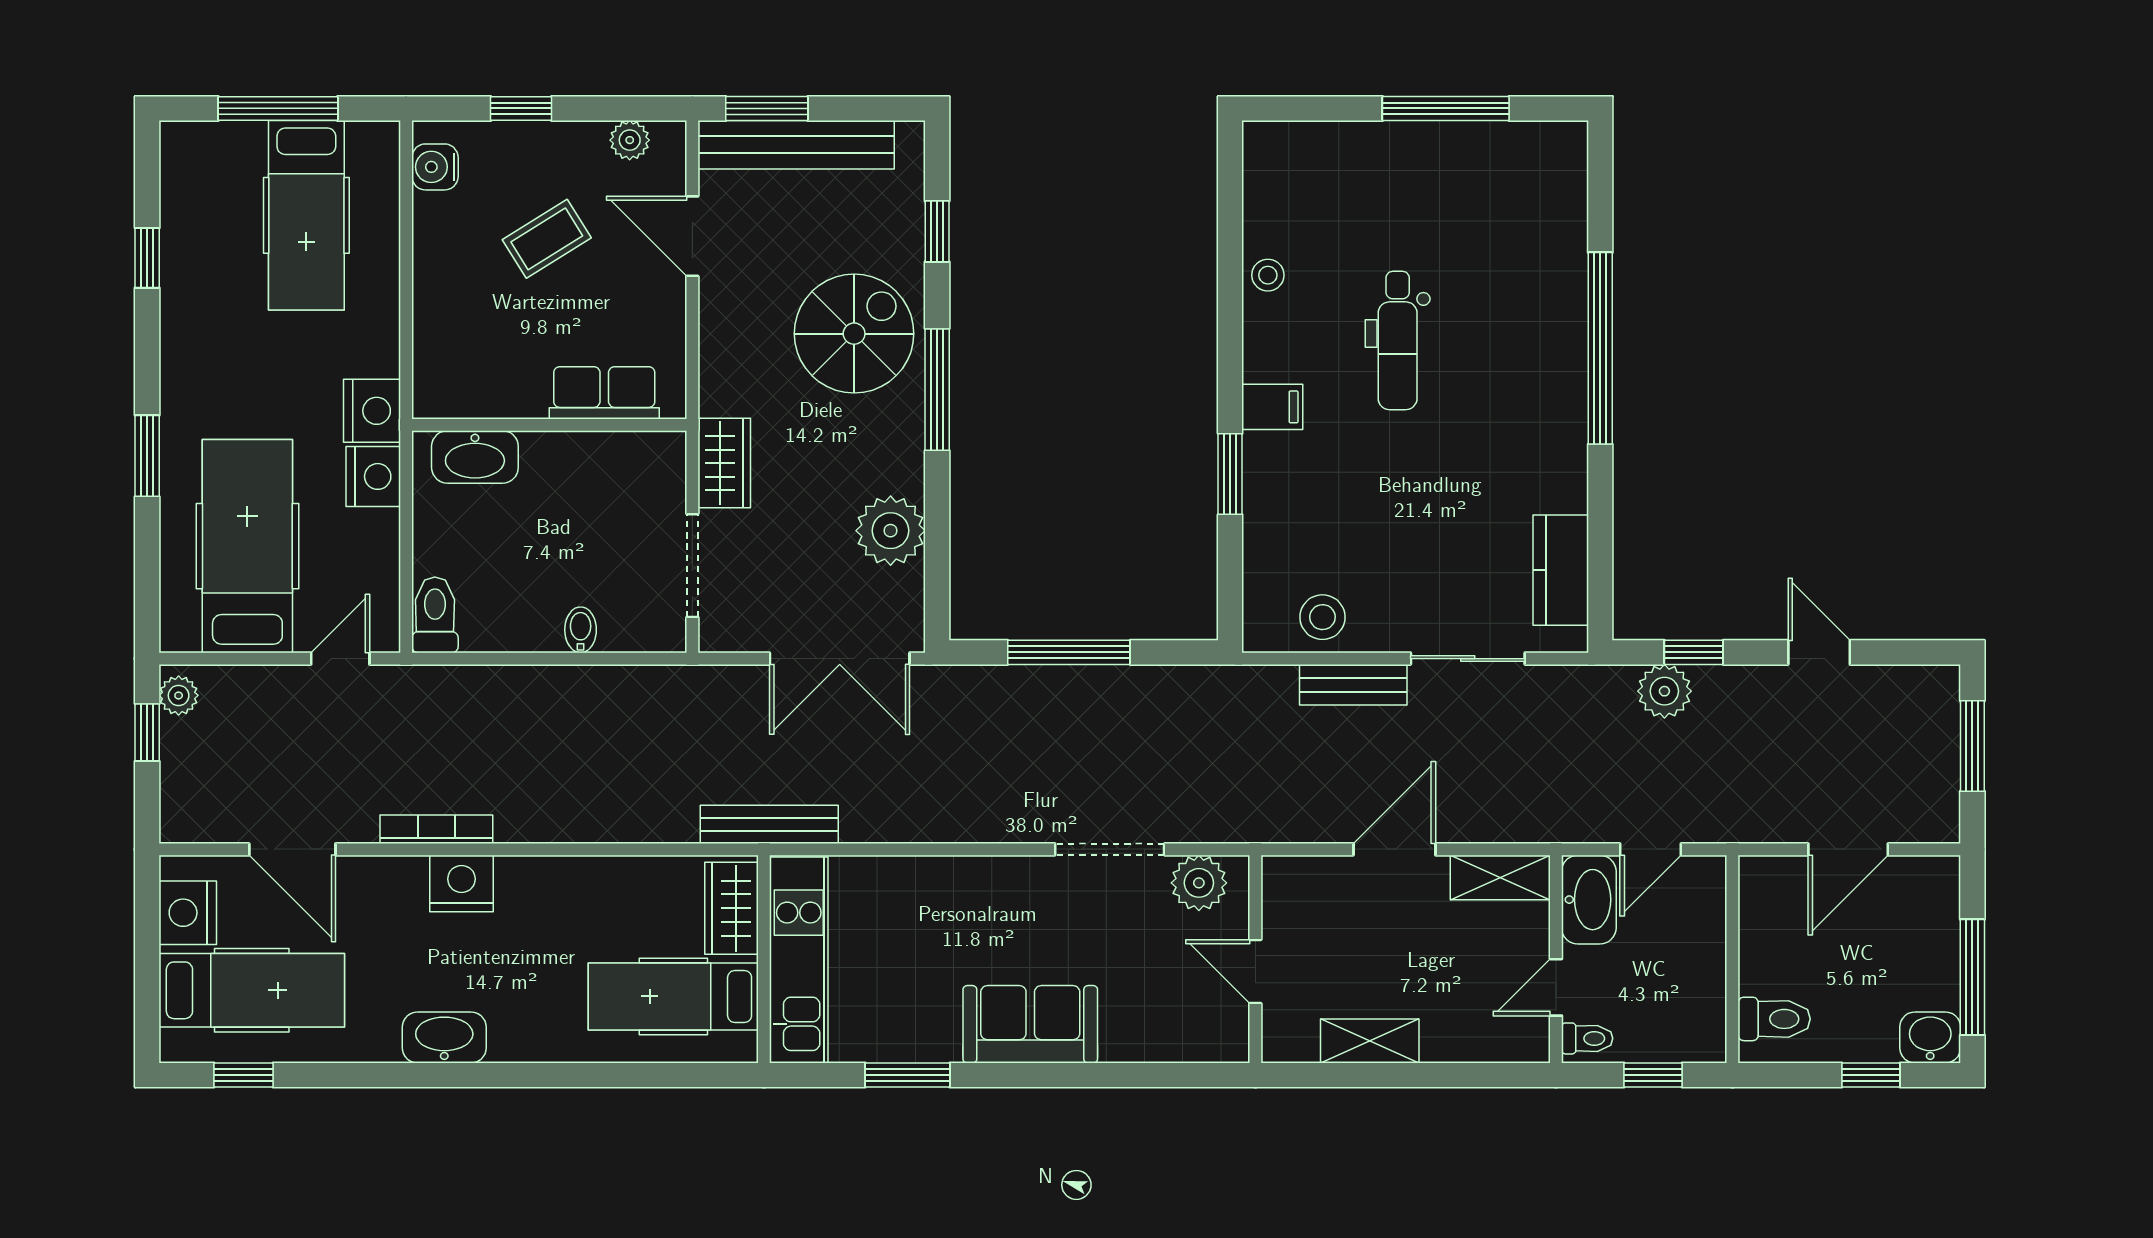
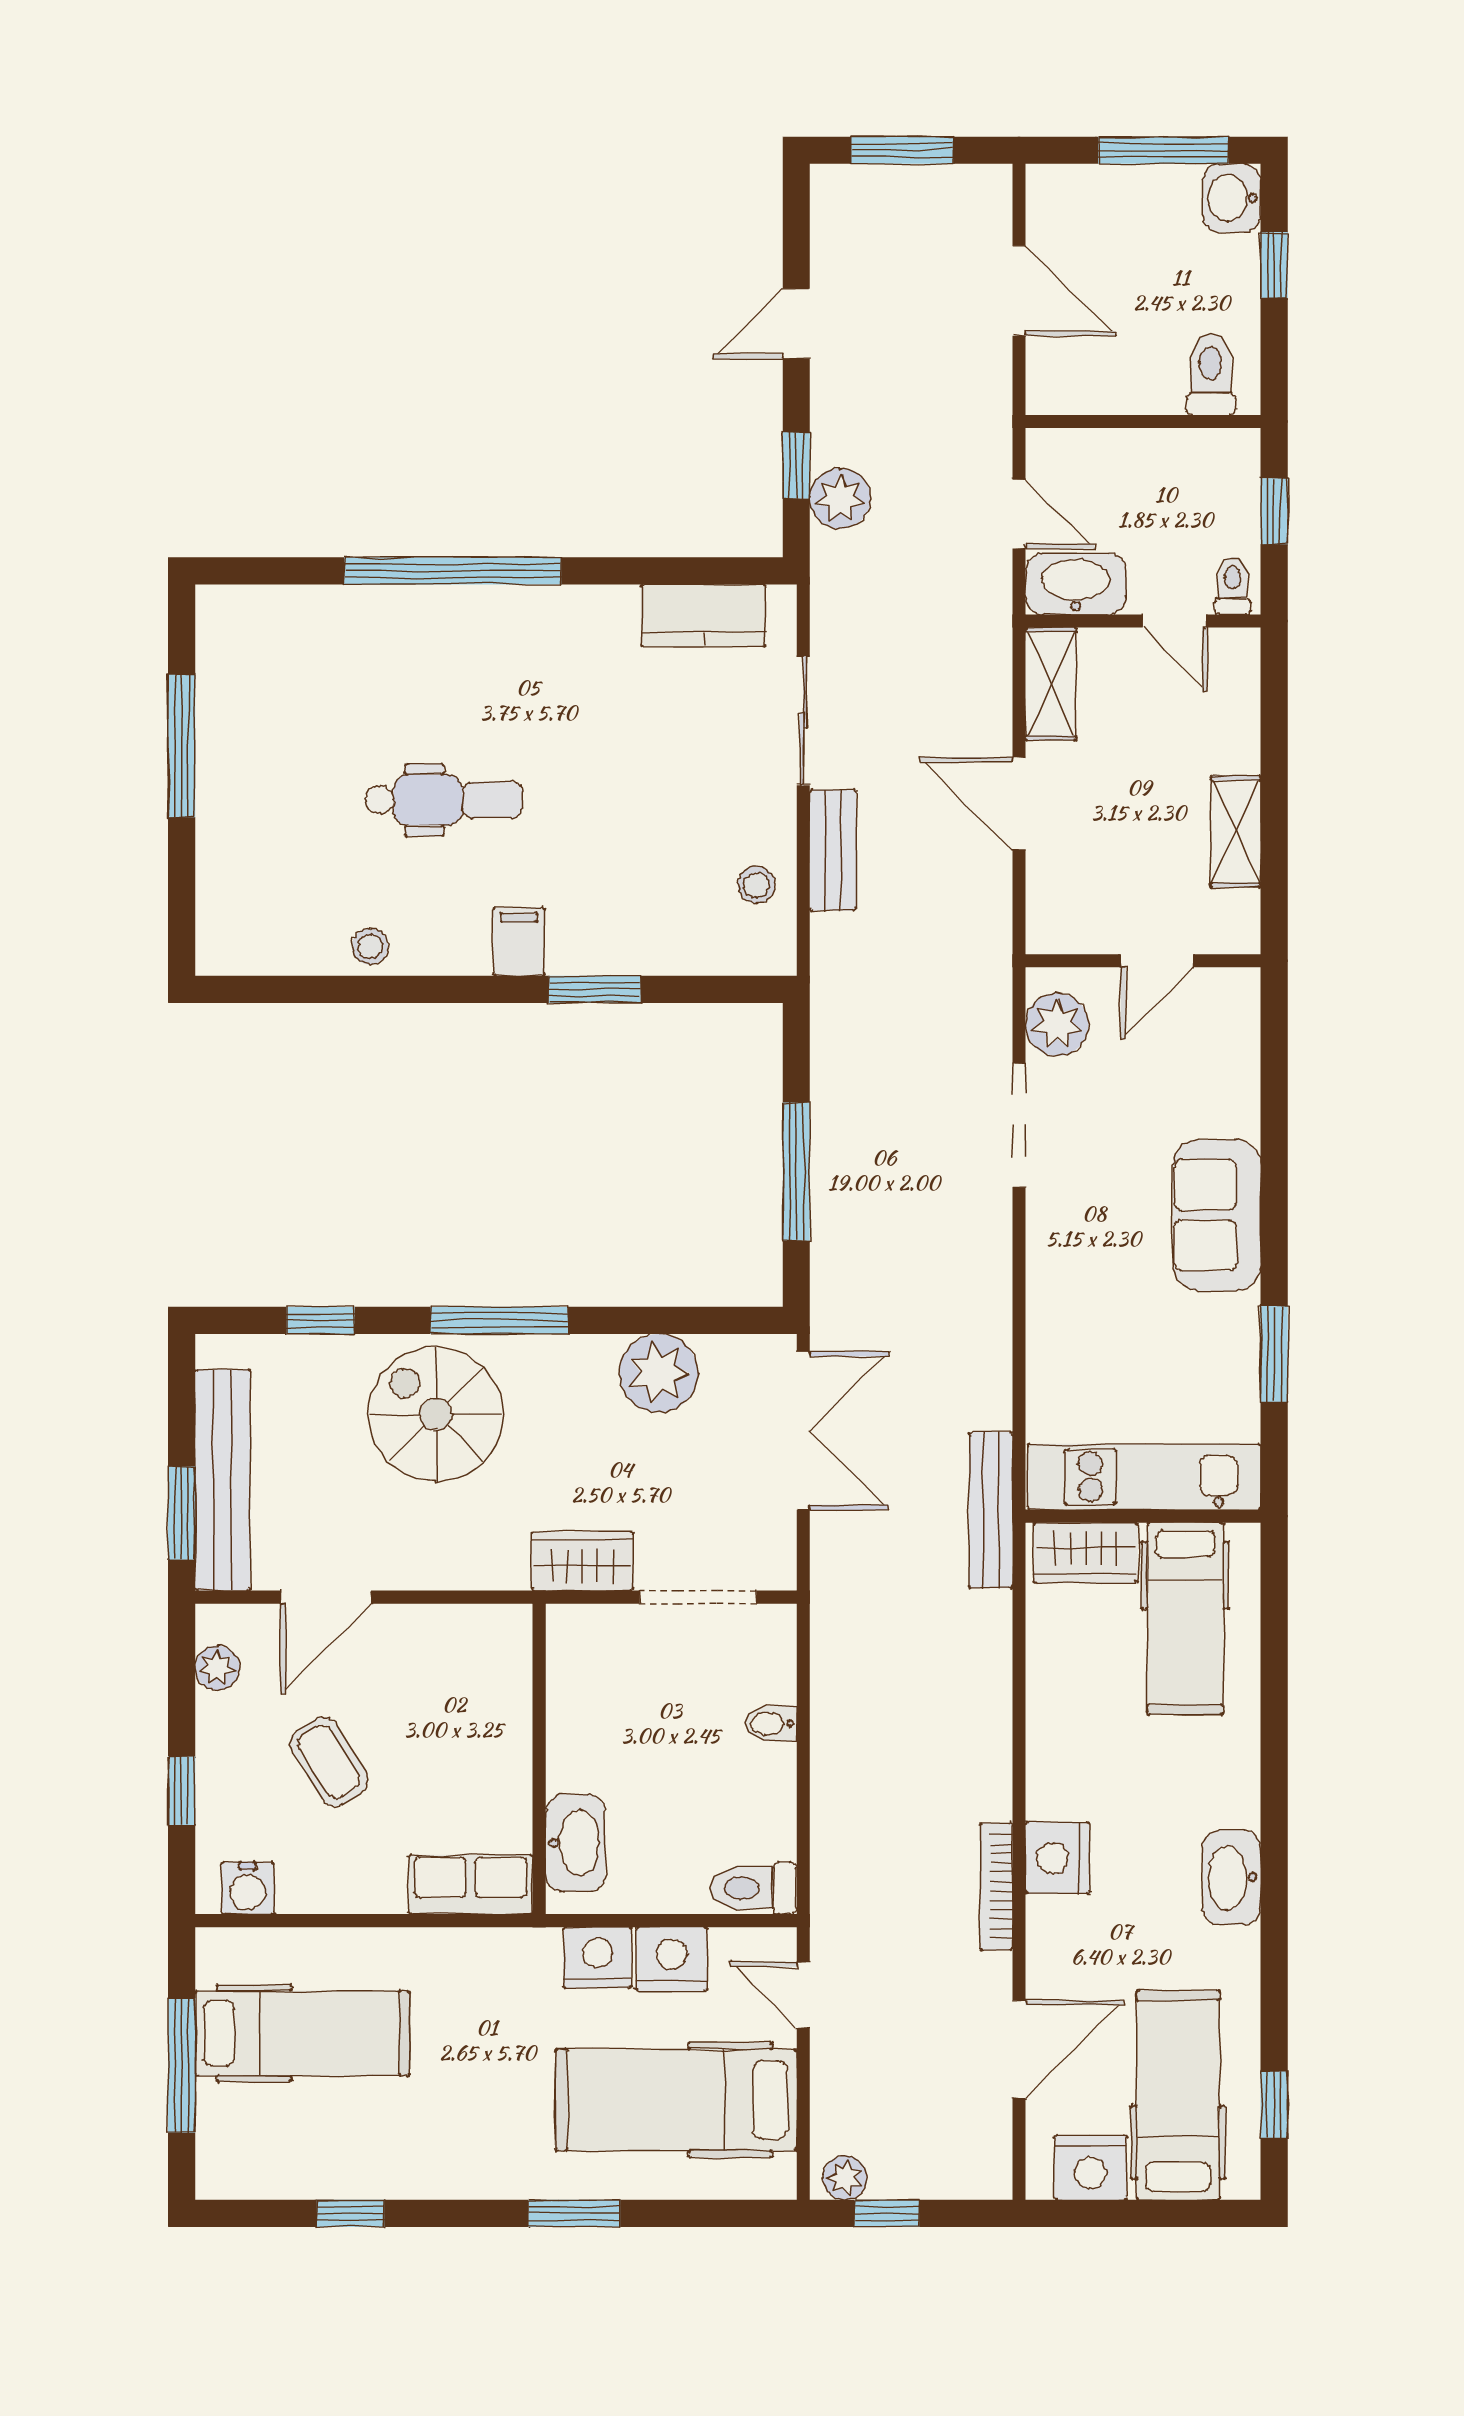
row of seats: (604, 393) -> (471, 1884), moved, turned 90
nightstand: (372, 411) -> (672, 1959), moved
stool: (1322, 617) -> (756, 885), width x0.73, depth x0.73

